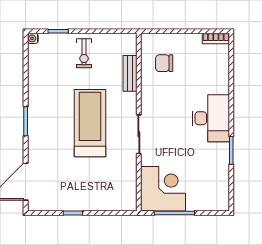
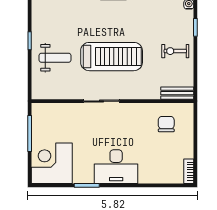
bench: (130, 73) -> (177, 93), moved
weight bench: (91, 185) -> (55, 58), added
corner desk: (163, 189) -> (52, 163), moved, turned 180

